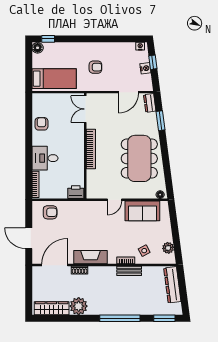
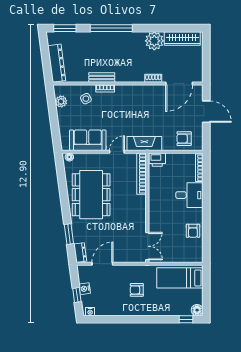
bookcase: (91, 149) -> (141, 174), moved
fireplace: (90, 257) -> (144, 143), moved, turned 180

